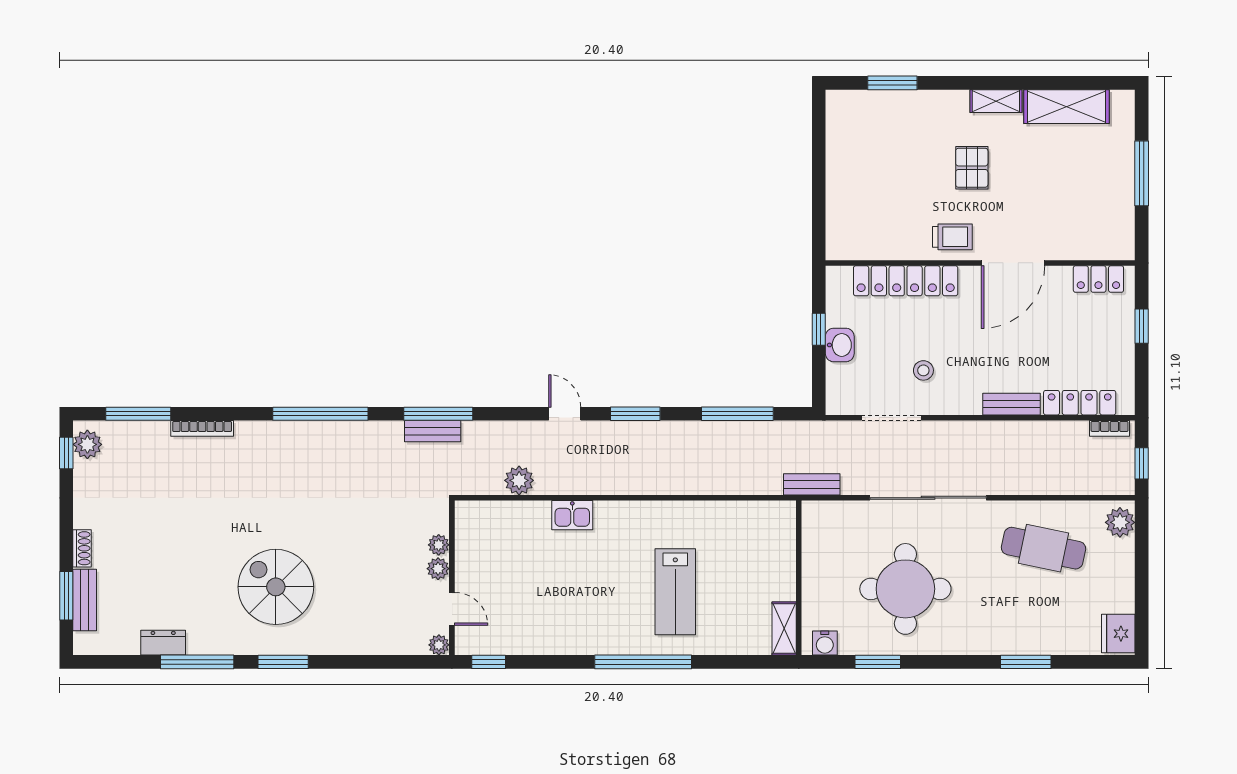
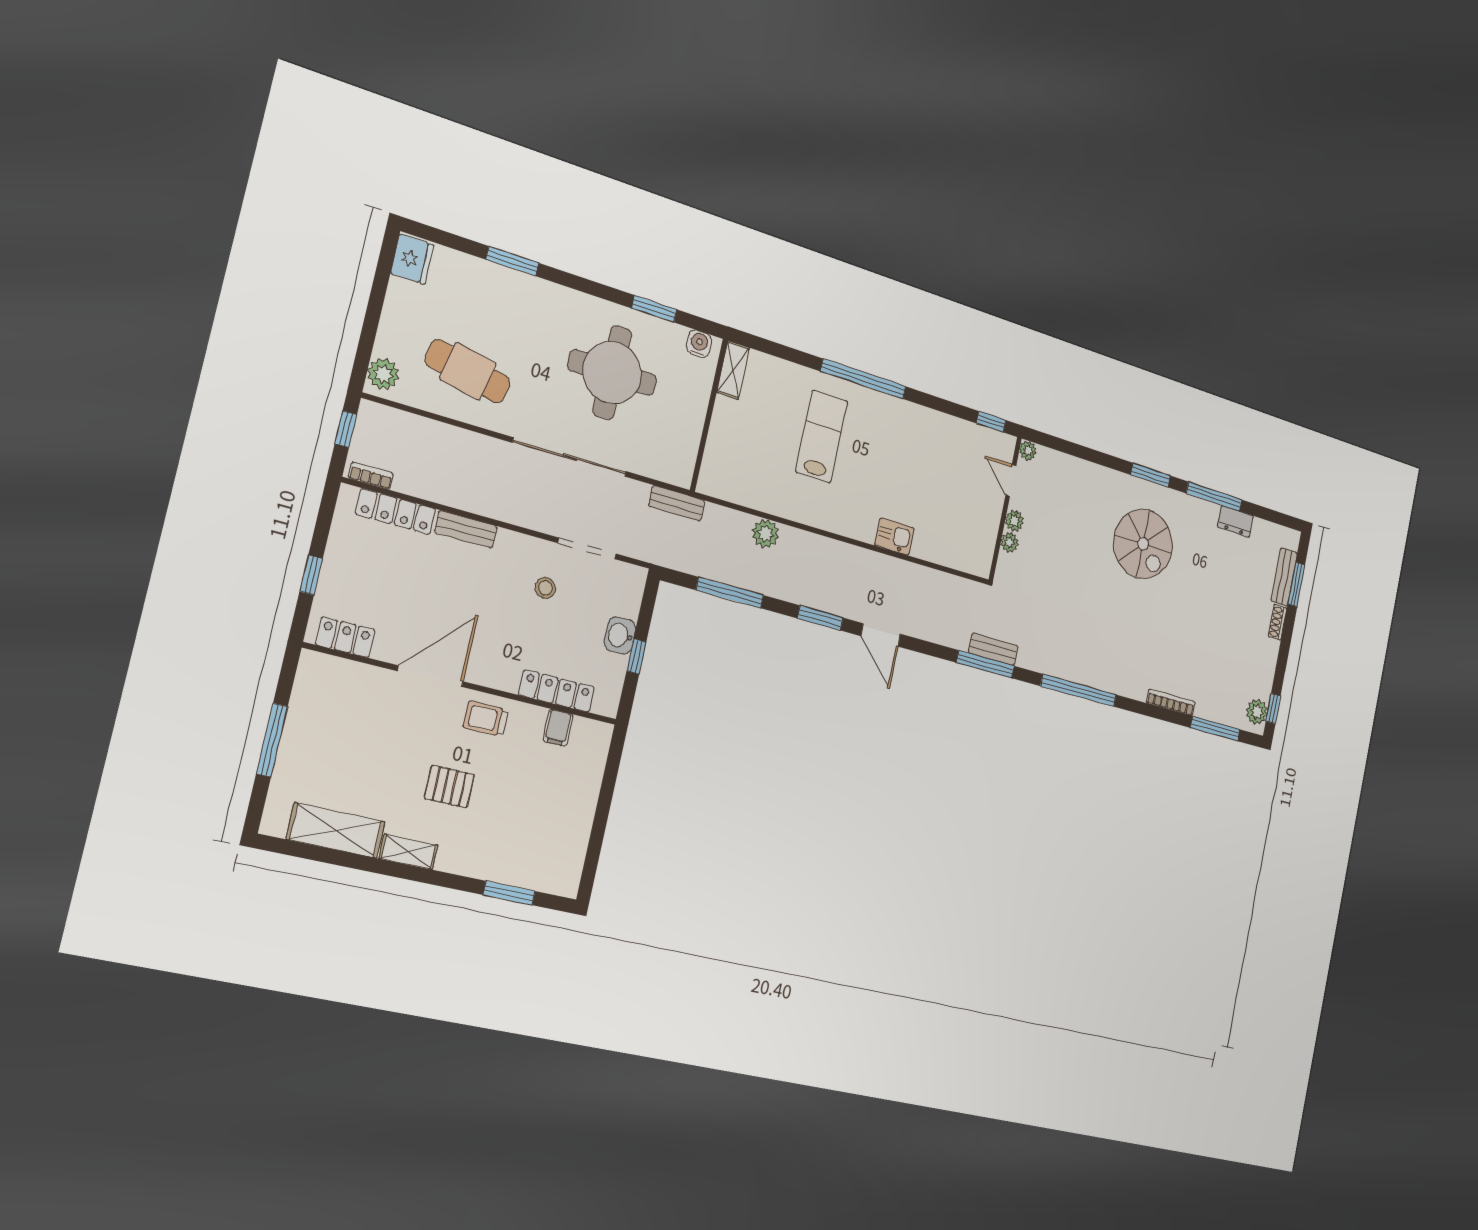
pallet: (972, 168) -> (449, 787), turned 90
filing cabinet: (881, 244) -> (558, 728), added
locker: (906, 281) -> (557, 691), width x0.71, depth x0.83
door: (565, 414) -> (881, 635), width x1.38
plant: (519, 480) -> (765, 534), moved

